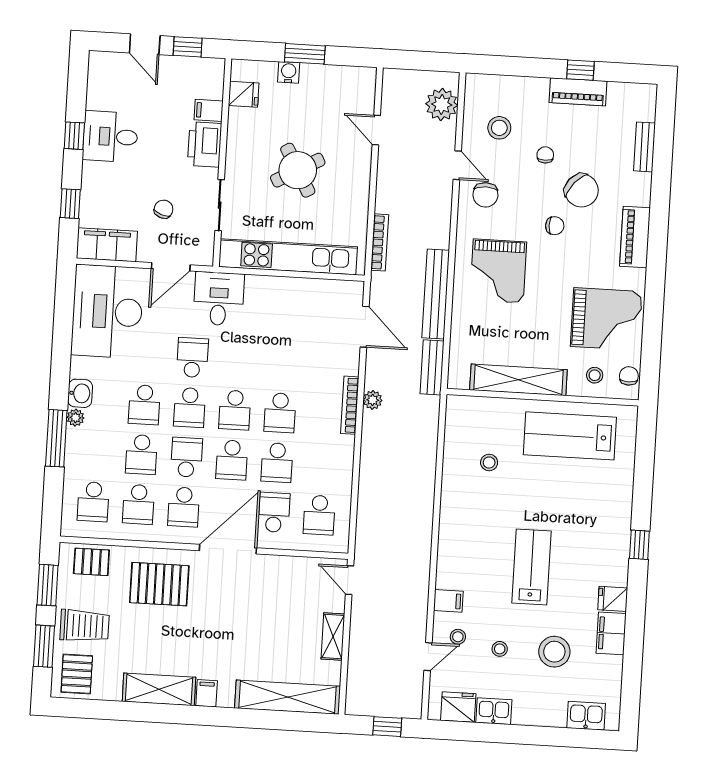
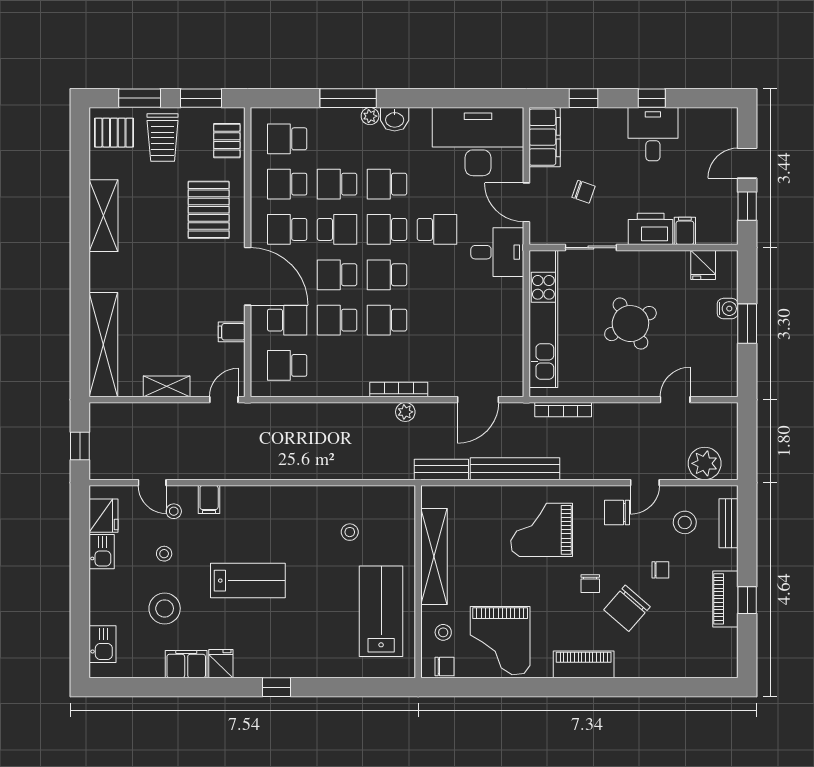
bench: (644, 147) -> (729, 523), moved, turned 90
filing cabinet: (207, 693) -> (232, 332), moved, turned 180

